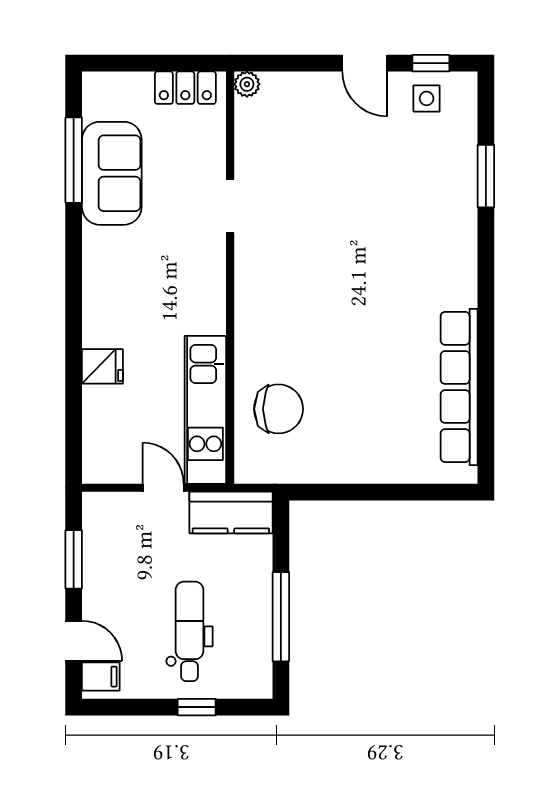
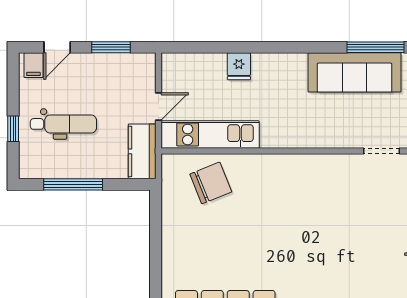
sofa: (112, 173) -> (355, 72), width x1.36
doorway: (230, 206) -> (381, 151), moved
chair: (279, 409) -> (211, 183), turned -112

